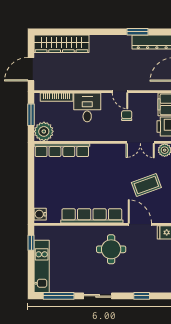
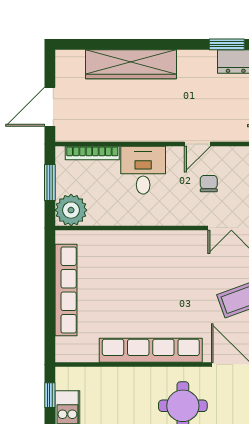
wardrobe: (62, 44) -> (131, 64), moved
door: (120, 92) -> (197, 144), hinge flipped
row of seats: (62, 150) -> (66, 290), moved, turned -90
water cooler: (40, 214) -> (65, 348), removed

